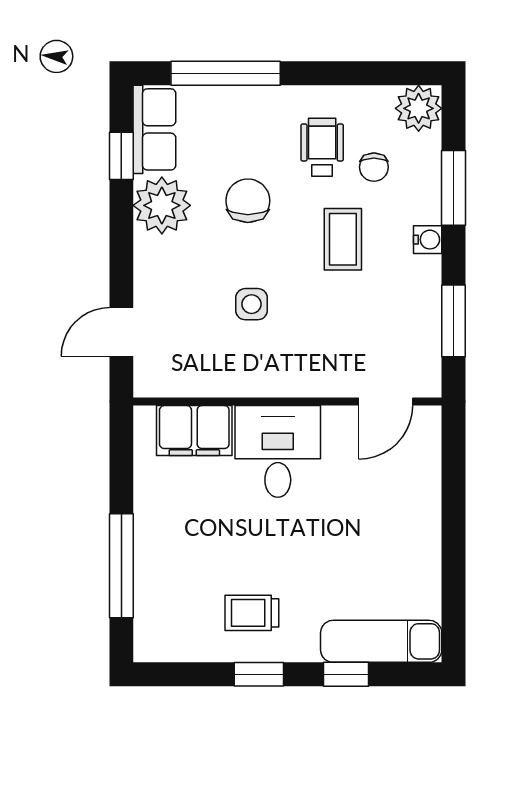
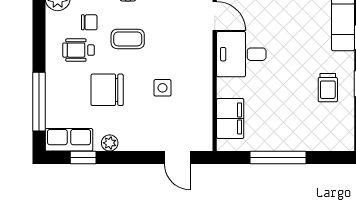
chair: (248, 201) -> (107, 90), width x1.37, depth x1.37
plant: (162, 205) -> (110, 143), width x0.53, depth x0.53
desk: (278, 451) -> (241, 54), moved
window: (121, 566) -> (278, 157), moved

